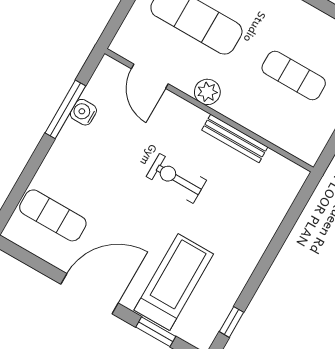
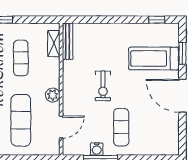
bench: (235, 139) -> (67, 41), moved
shelving: (287, 140) -> (54, 44), added
exercise mat: (53, 215) -> (121, 127), moved

